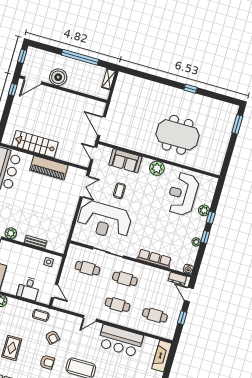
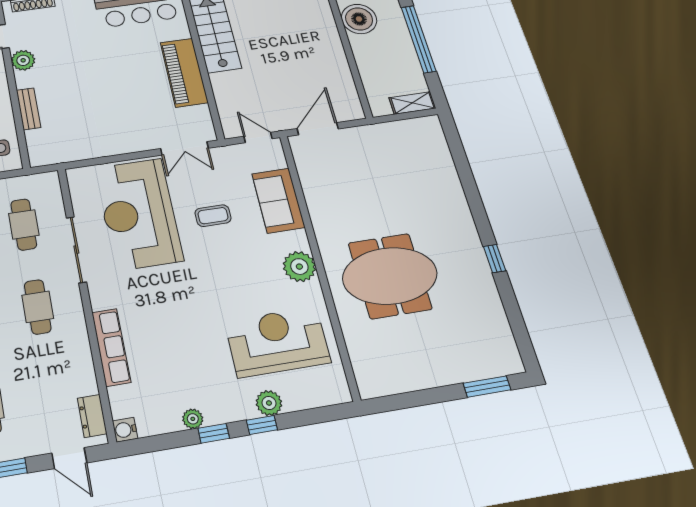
meeting table: (178, 135) -> (390, 276), turned 90
door: (94, 153) -> (258, 138), hinge flipped
door: (189, 295) -> (69, 458), swing flipped

